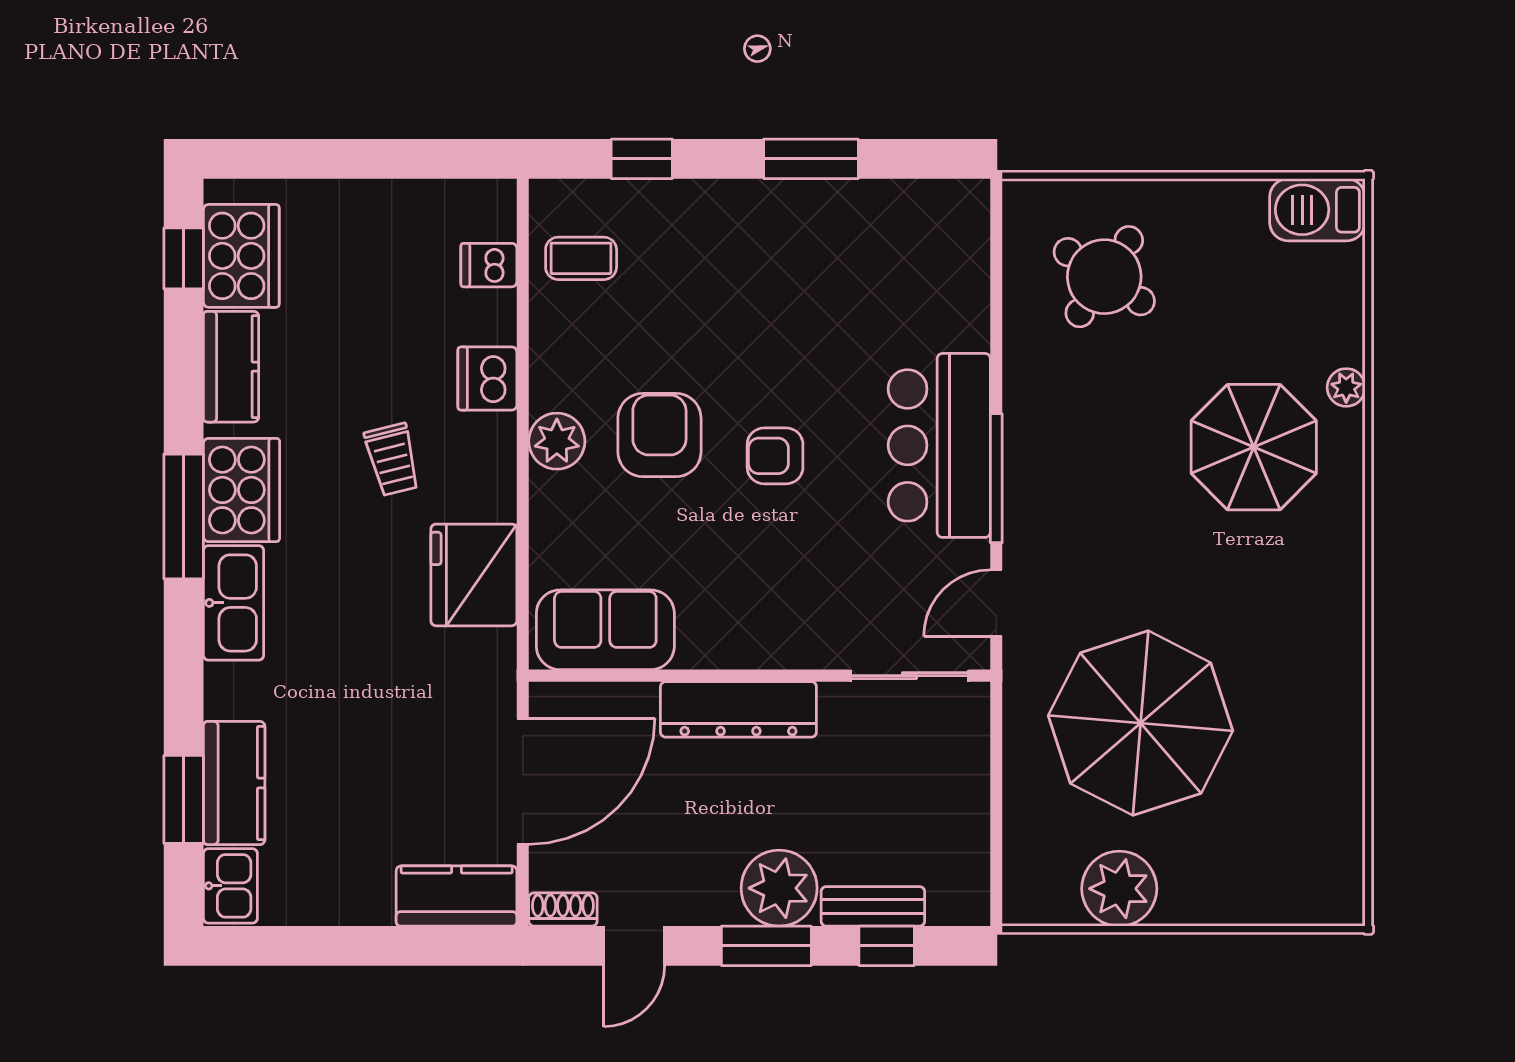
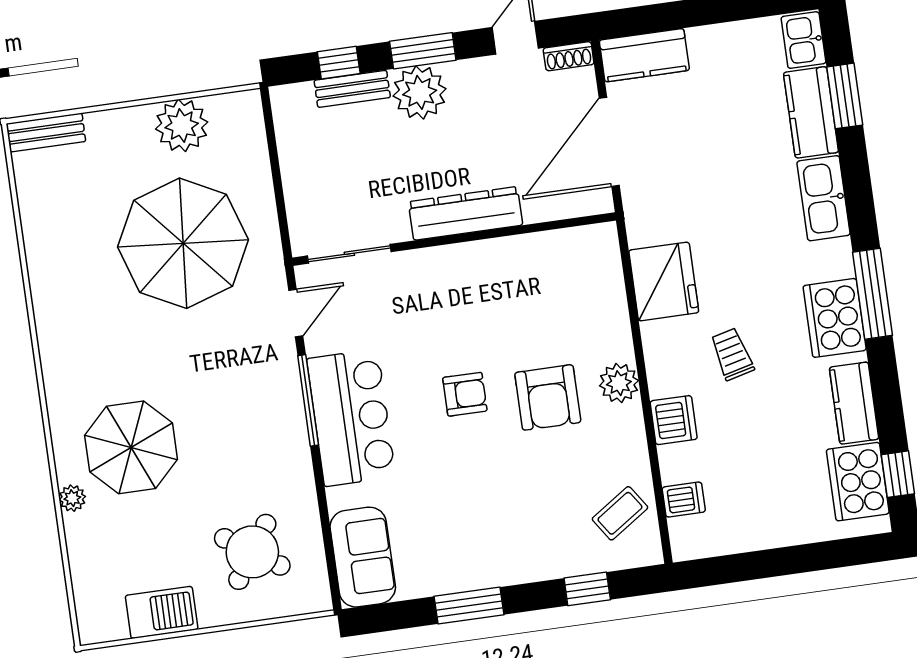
barbecue: (1317, 210) -> (162, 612), moved
coffee table: (581, 258) -> (620, 513), turned -34
kitchen sink: (233, 603) -> (823, 198), moved
sofa: (605, 630) -> (363, 557), moved, turned -90
bench: (1311, 906) -> (46, 133), added

